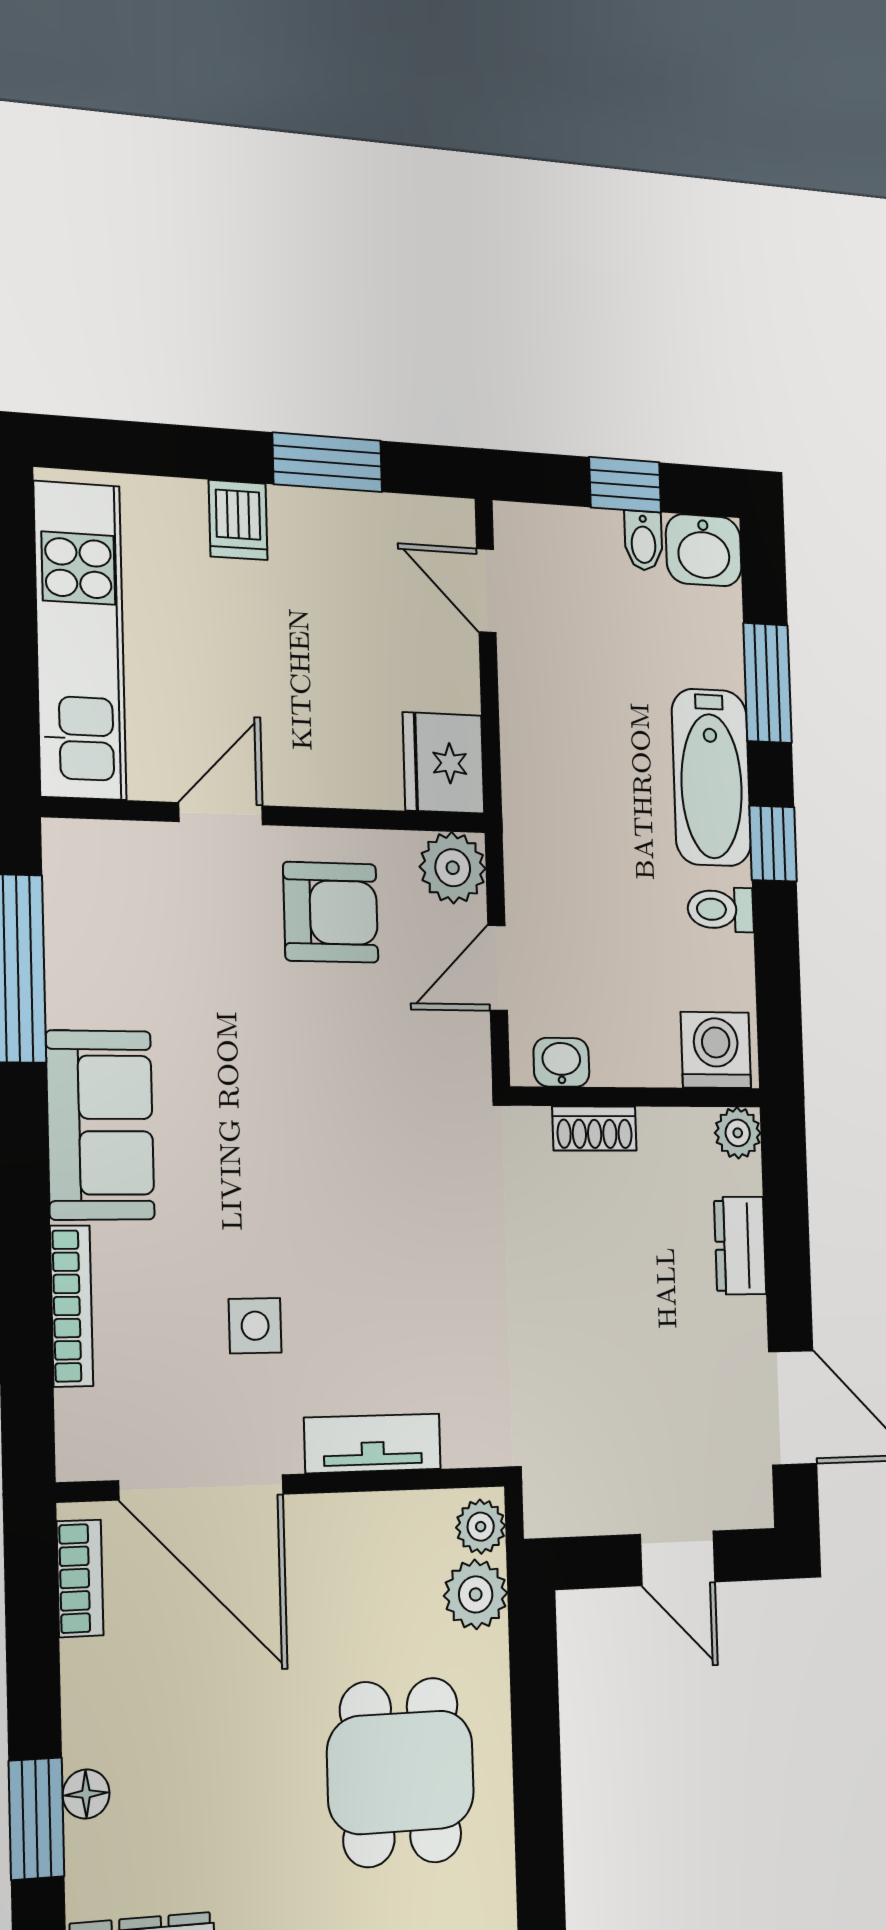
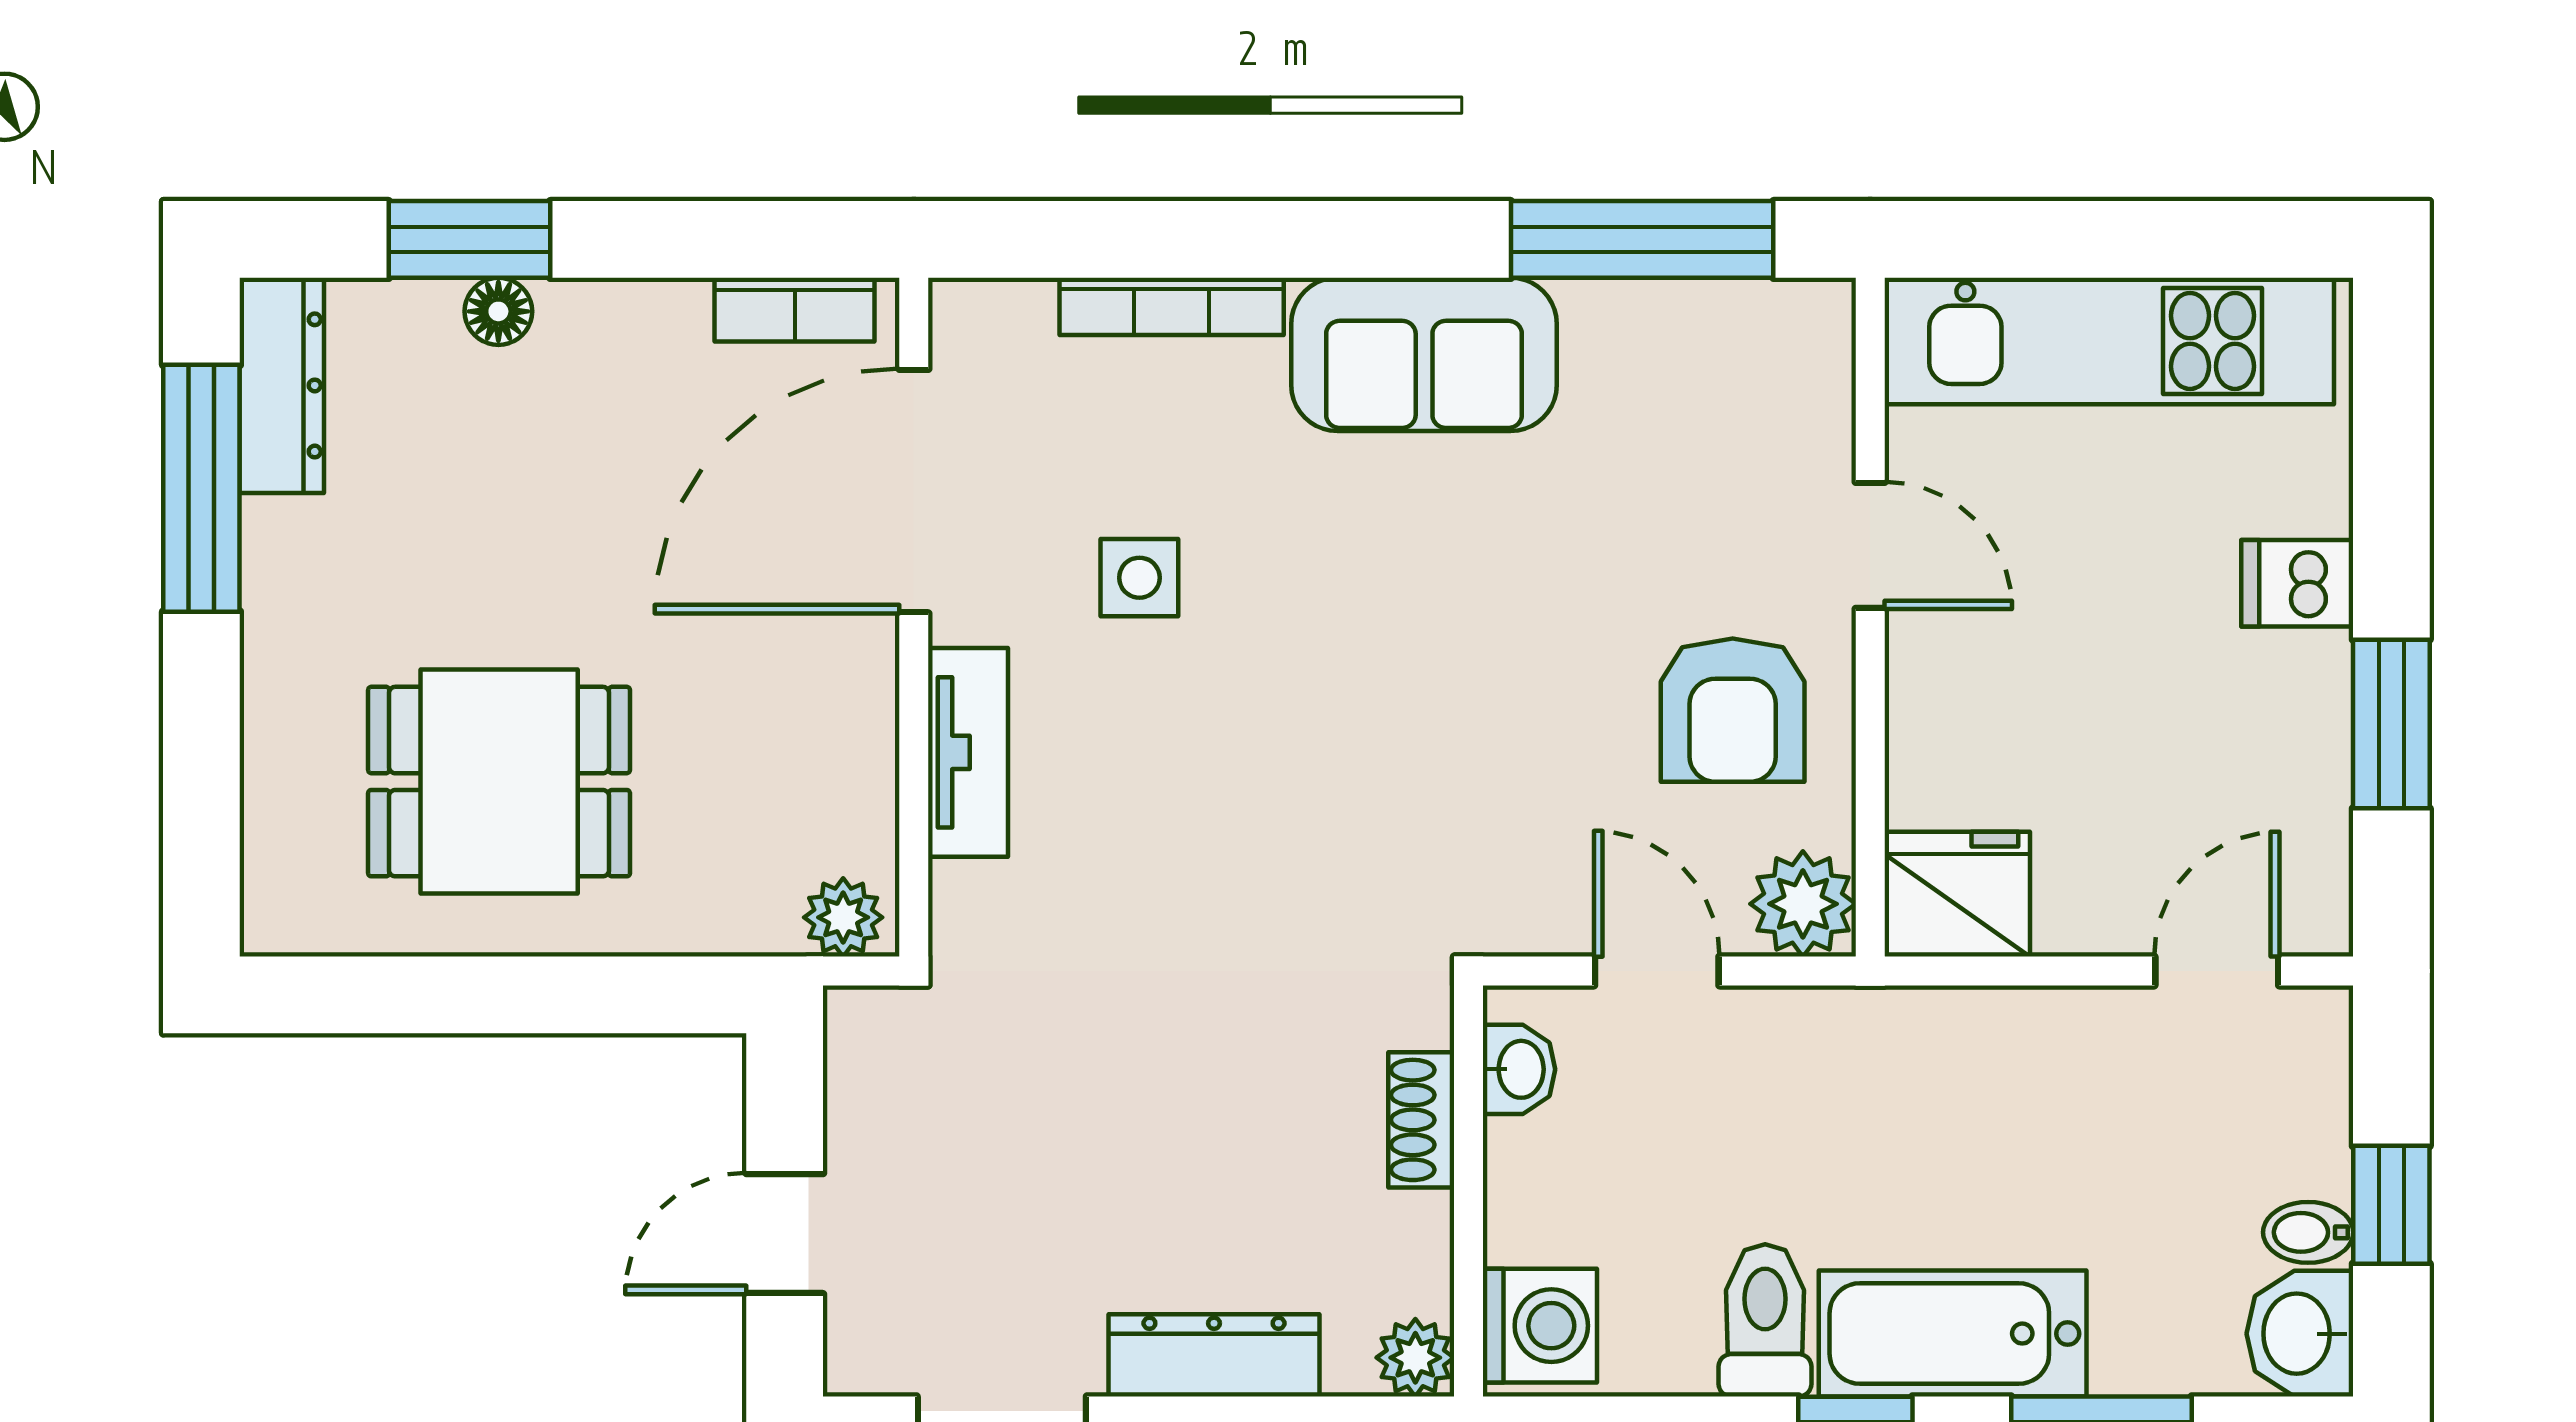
toilet: (721, 909) -> (1765, 1320), width x1.37, depth x1.39
dresser: (740, 1246) -> (1214, 1355), width x1.44
plant: (476, 1594) -> (746, 906), removed

